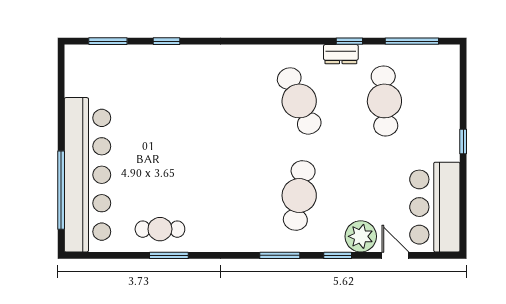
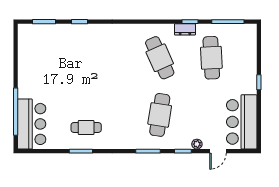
bar counter: (87, 175) -> (32, 124), width x0.54
cafe table: (160, 229) -> (86, 127), moved
plant: (361, 236) -> (197, 144), width x0.53, depth x0.53
door: (395, 255) -> (218, 151), swing flipped

